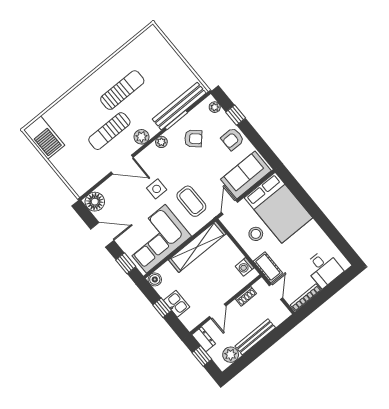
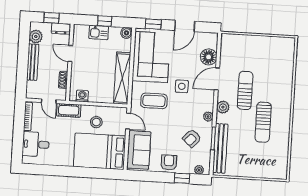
barbecue: (44, 138) -> (279, 46), removed
floor lamp: (95, 202) -> (209, 57), moved

